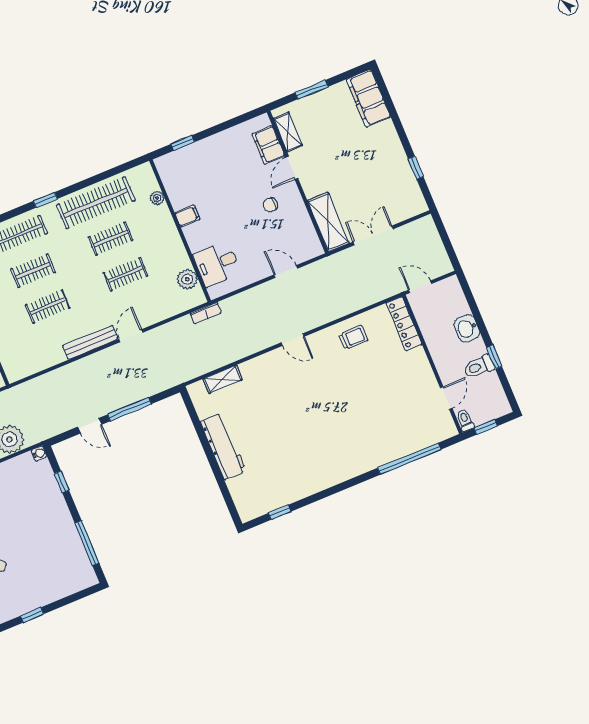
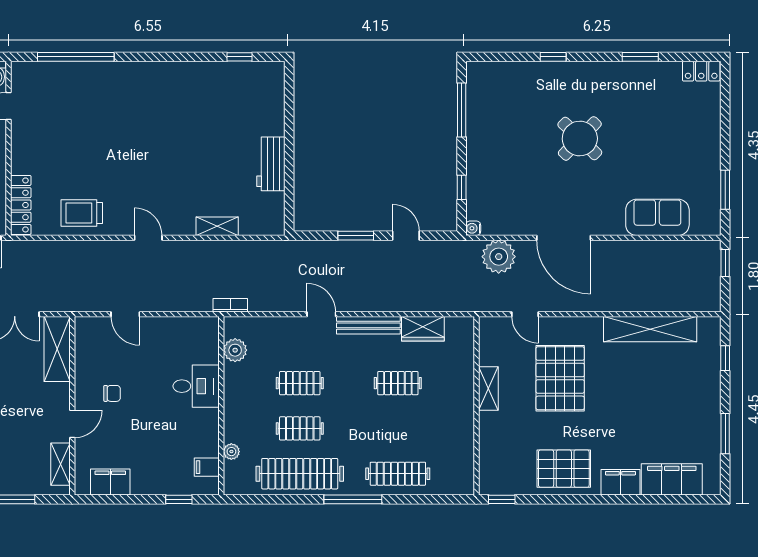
filing cabinet: (268, 145) -> (110, 482), moved, turned -90
window: (45, 200) -> (353, 499), width x2.17
filing cabinet: (187, 216) -> (207, 467), moved
desk: (217, 264) -> (196, 386), moved
clothes rail: (33, 271) -> (398, 428), removed
door: (131, 336) -> (321, 314), swing flipped
trolley: (353, 337) -> (82, 213), width x1.36, depth x1.39
wardrobe: (46, 358) -> (423, 329), added
shelving: (222, 379) -> (217, 226), moved
window: (129, 409) -> (356, 236), width x0.69
workbench: (223, 446) -> (271, 164), width x0.73

